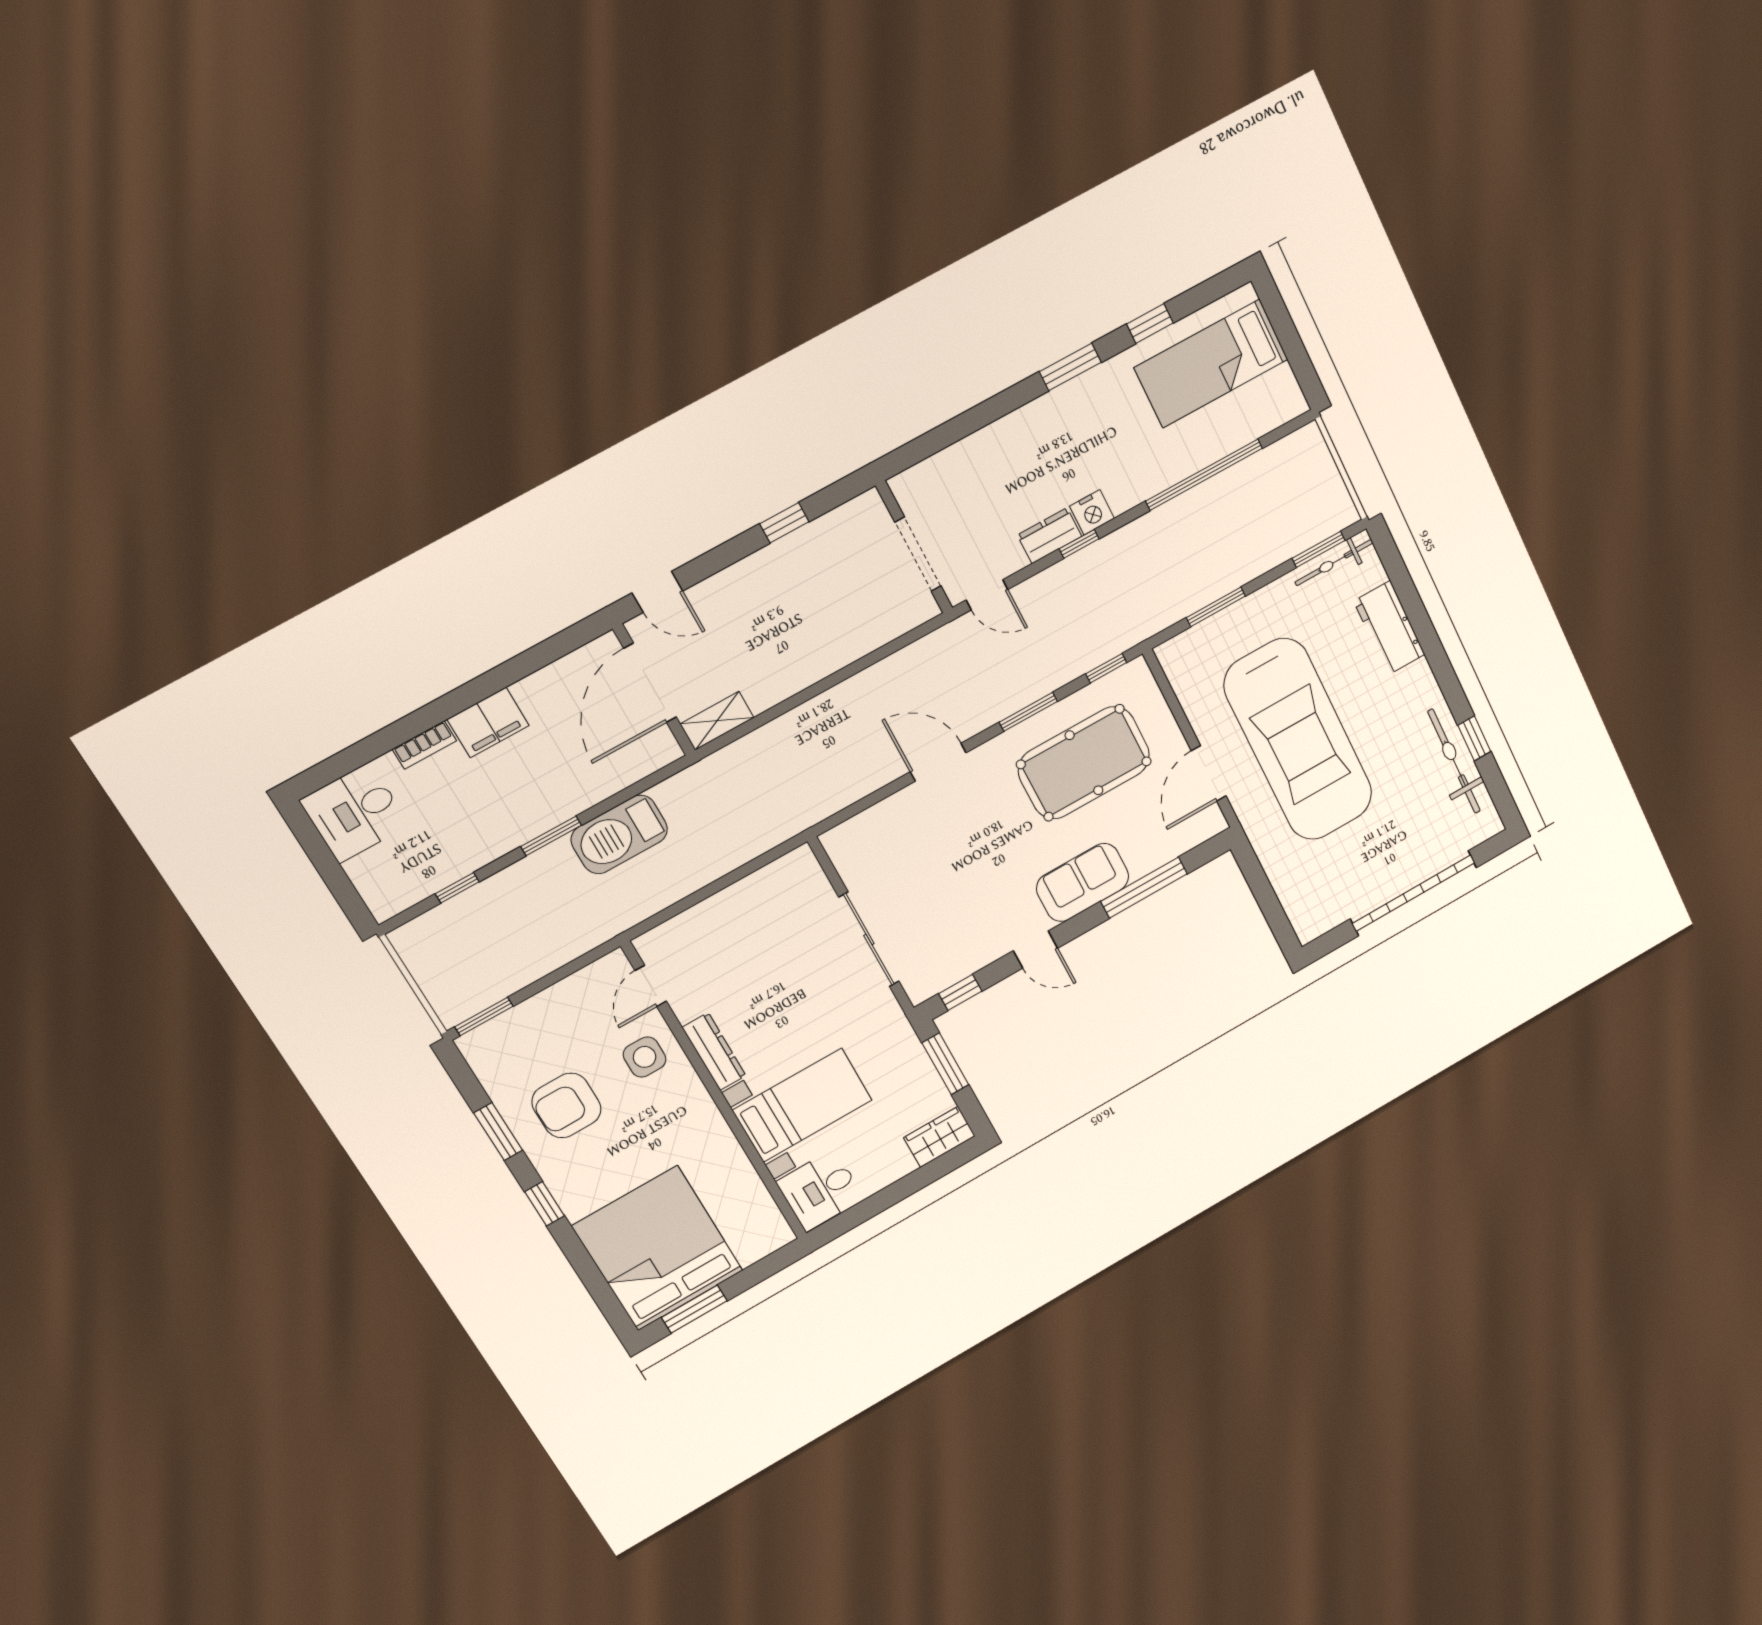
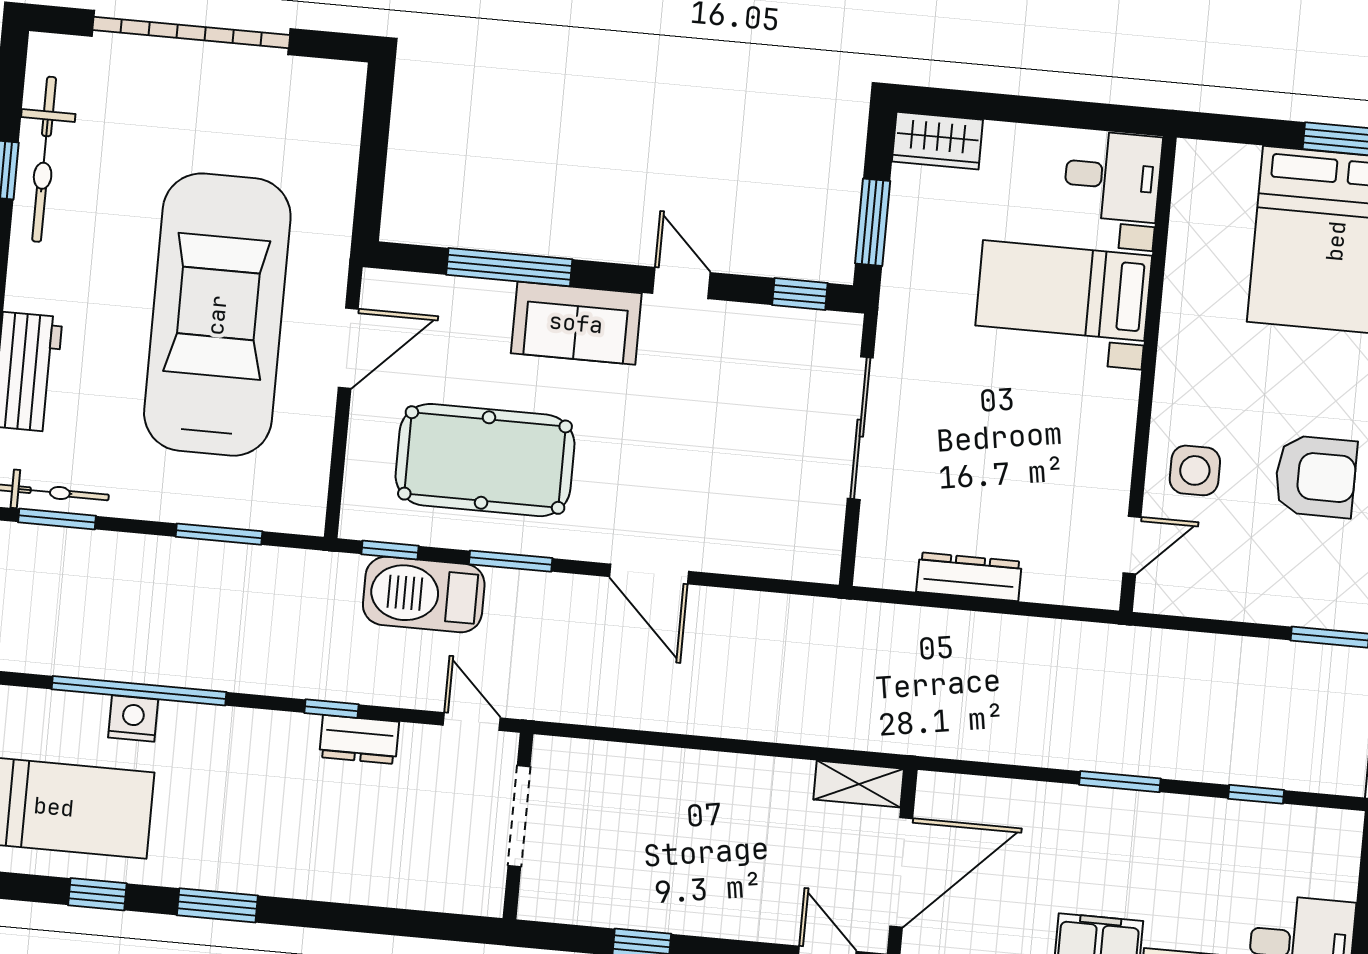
nightstand: (1092, 512) -> (133, 718), moved
barbecue: (619, 834) -> (424, 594), moved, turned 180
dresser: (714, 1052) -> (969, 577), moved, turned 90

